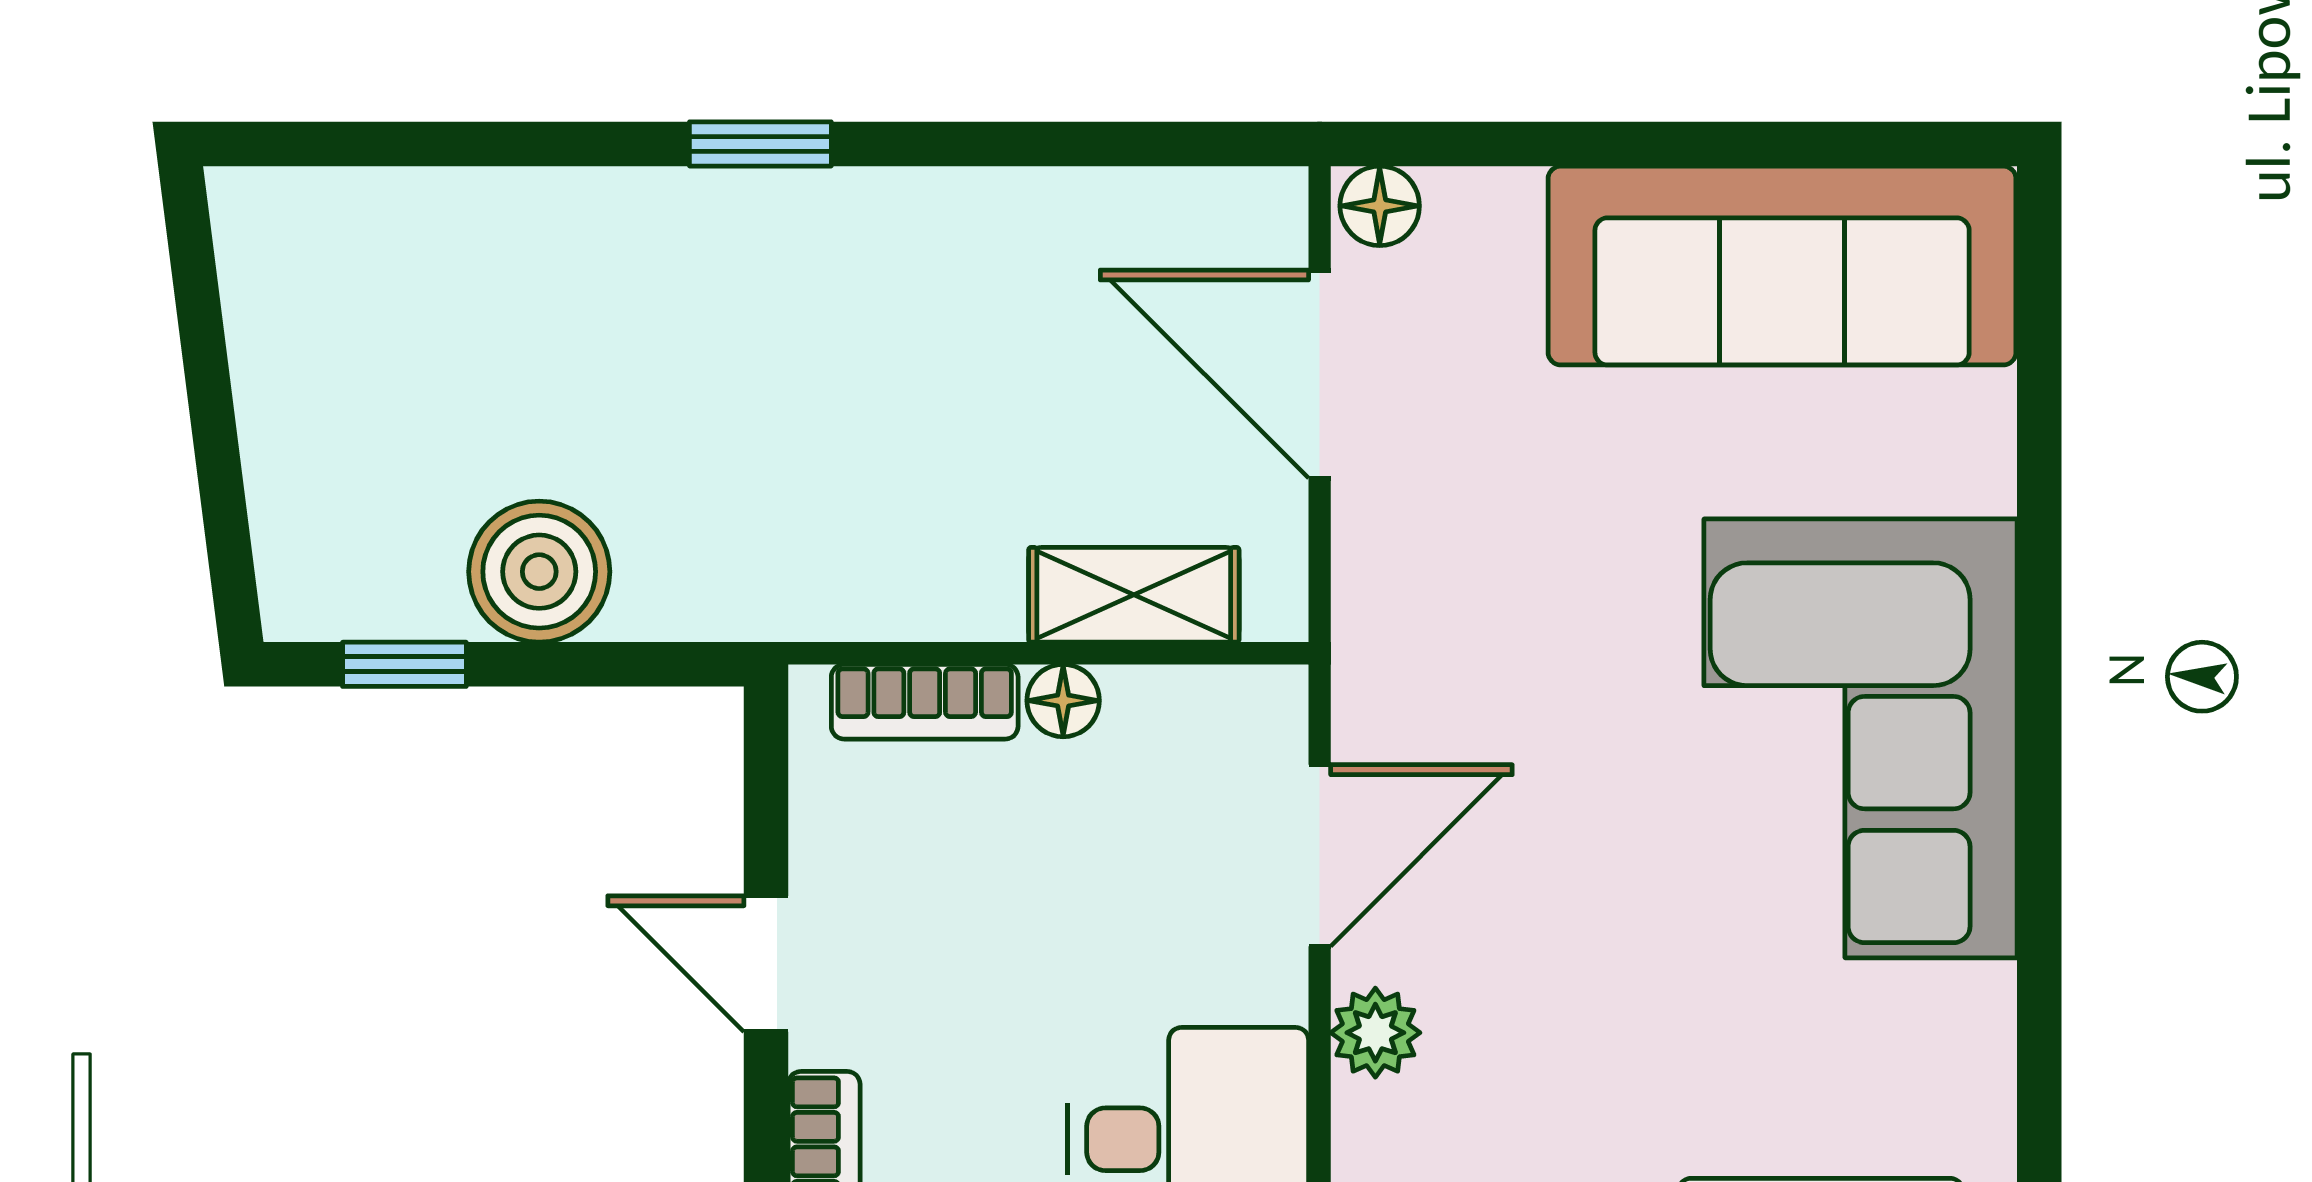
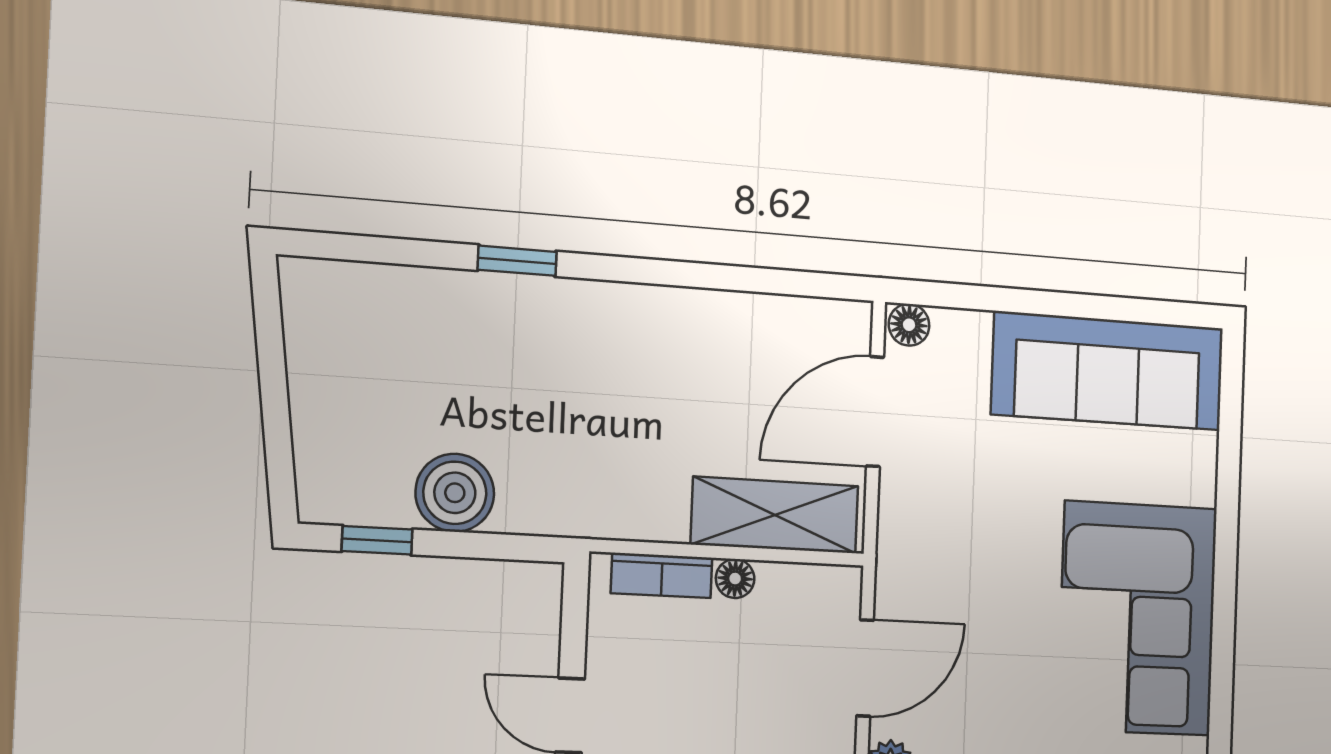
window: (760, 144) -> (517, 261), moved
door: (1320, 374) -> (875, 412), hinge flipped
shelving: (1134, 595) -> (775, 515), width x1.50, depth x1.33

